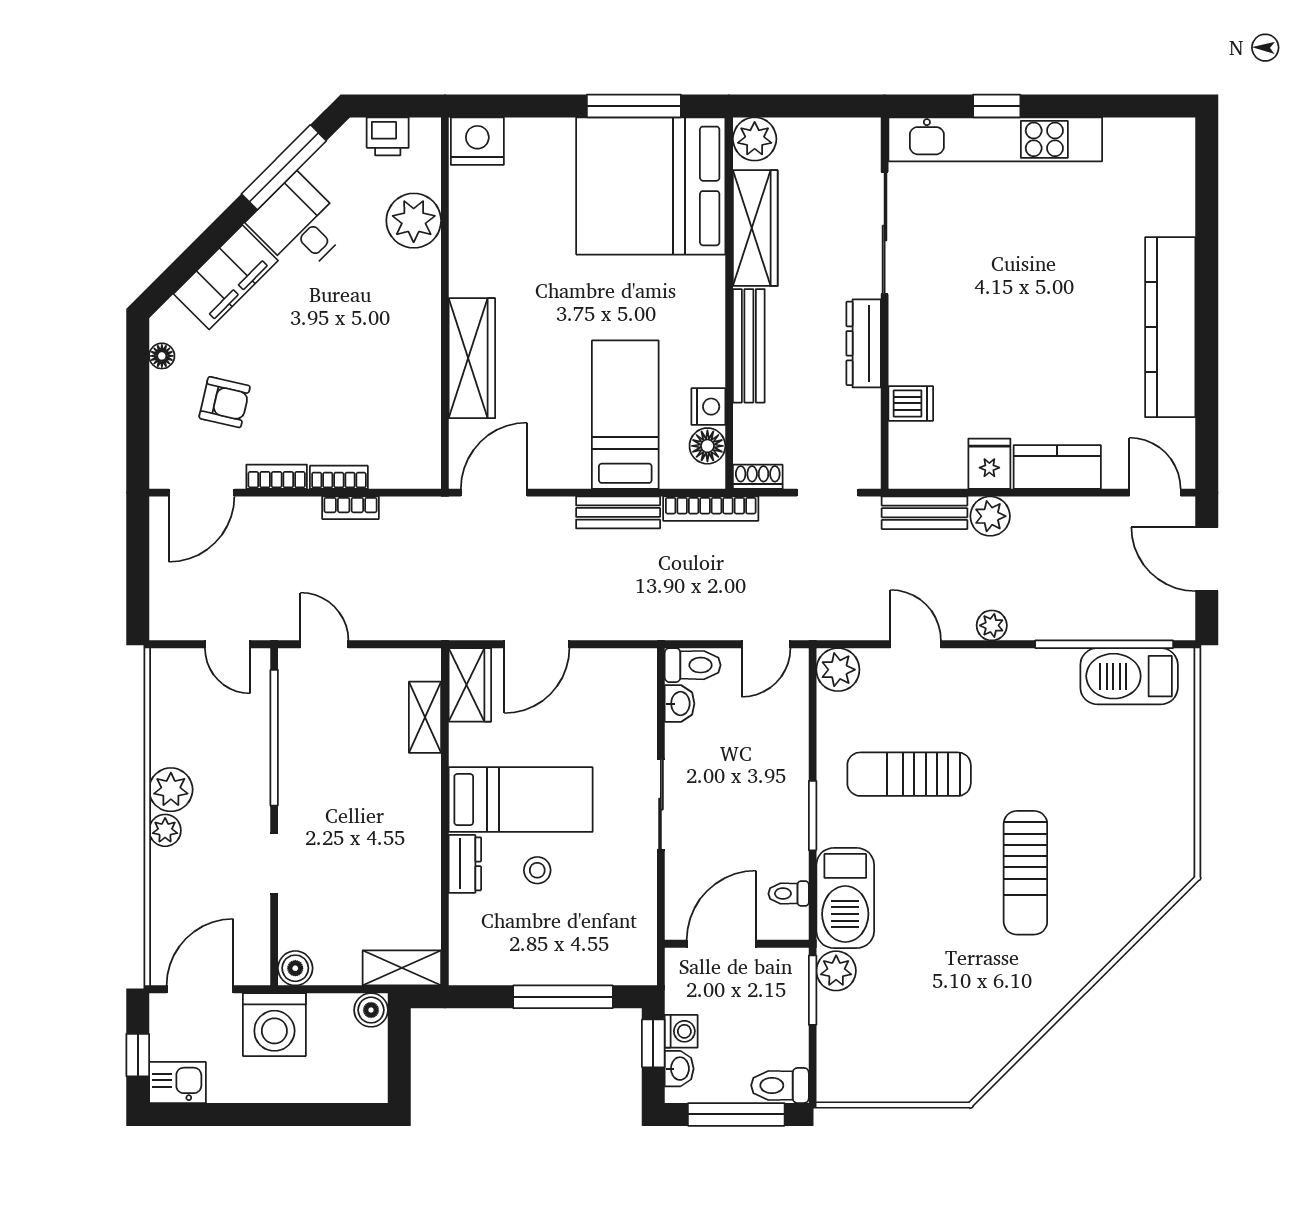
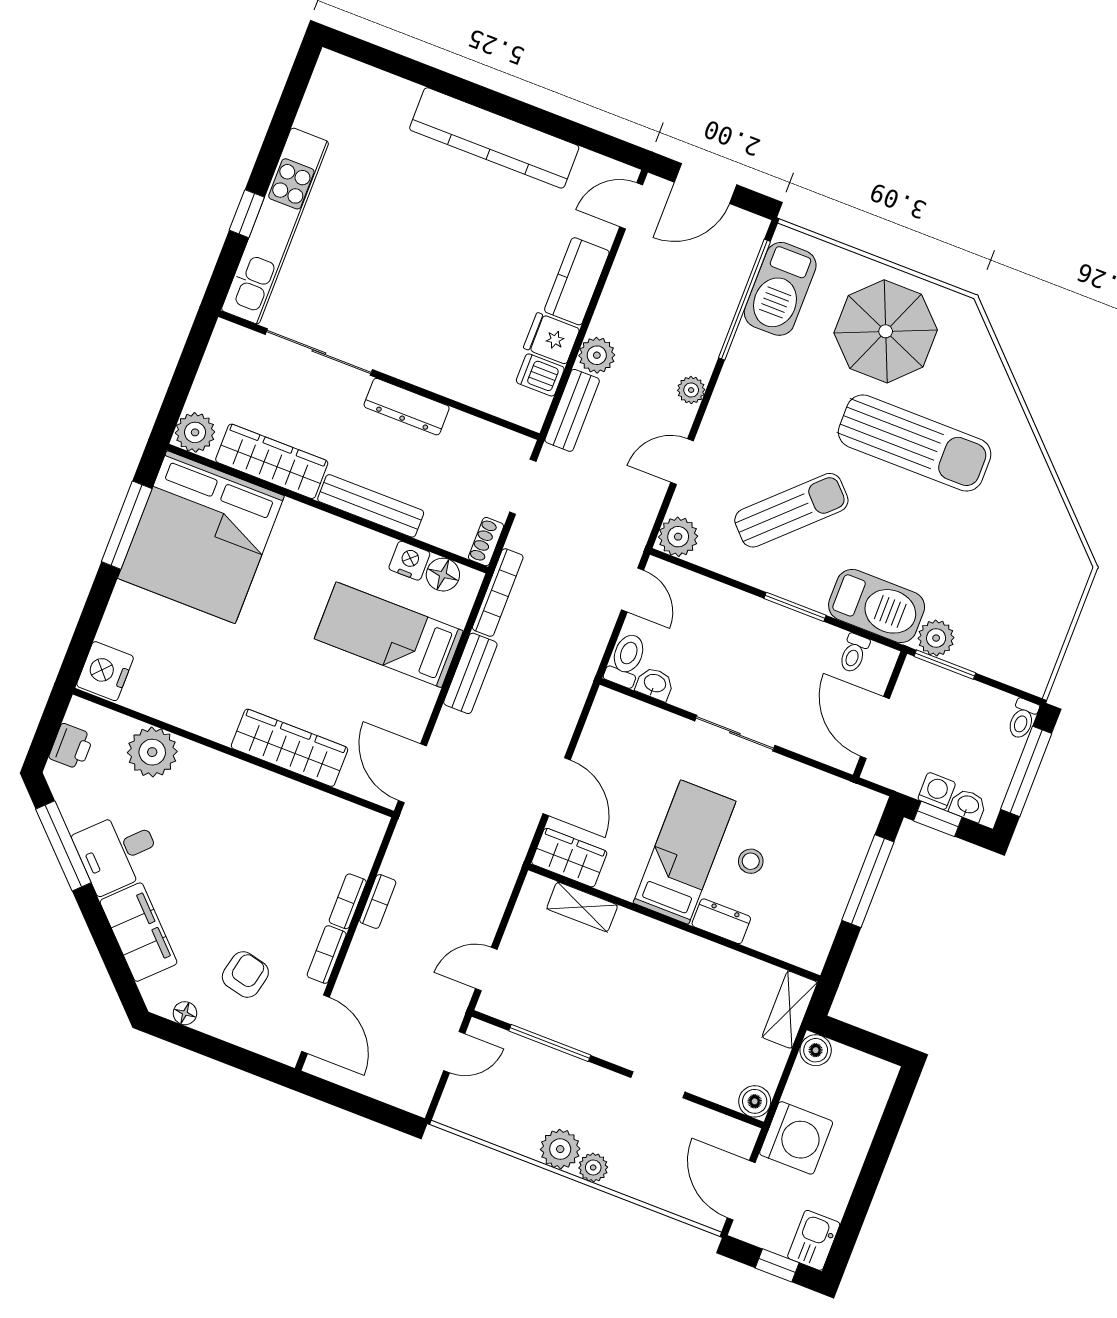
dishwasher: (911, 403) -> (540, 375), moved, turned -90
window: (274, 738) -> (550, 1043), width x0.68
sun lounger: (909, 774) -> (791, 510), turned -134
parasol: (1127, 800) -> (886, 331), added
sun lounger: (1025, 873) -> (915, 443), width x1.36, depth x1.34
toilet: (780, 1085) -> (1023, 719), width x0.73, depth x0.72

